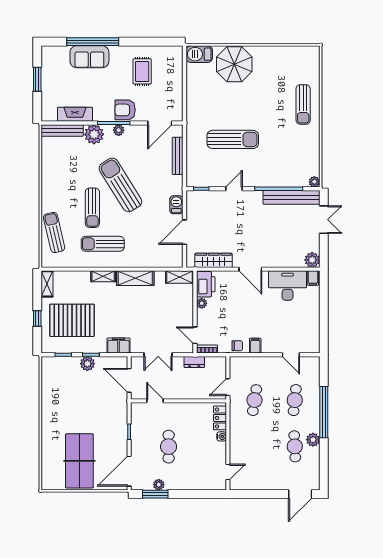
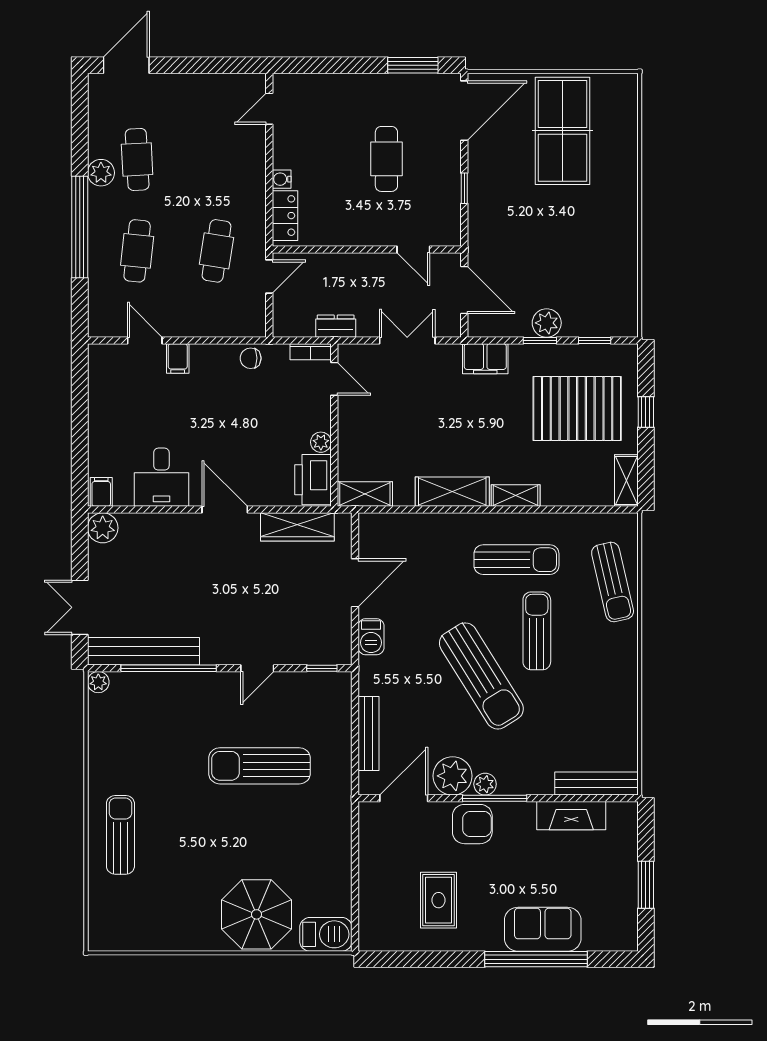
plant: (94, 134) -> (453, 776), moved
desk: (288, 286) -> (161, 477), width x0.73
filing cabinet: (255, 346) -> (178, 358), moved
plant: (159, 485) -> (406, 84), removed

